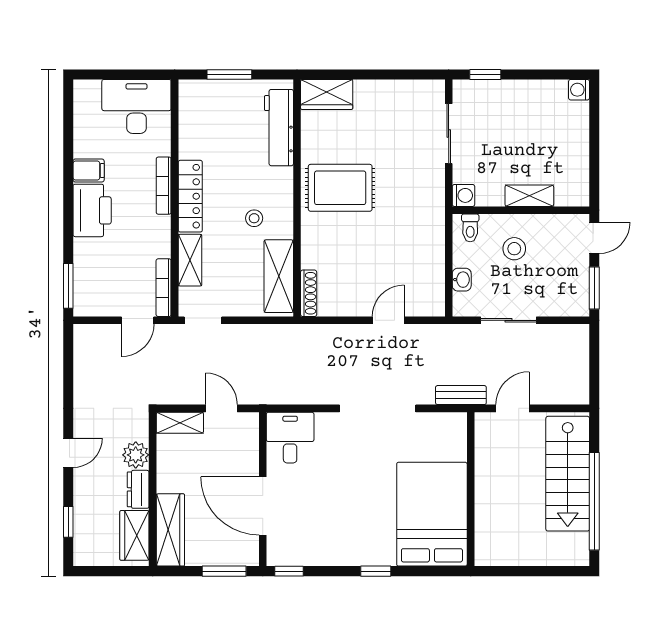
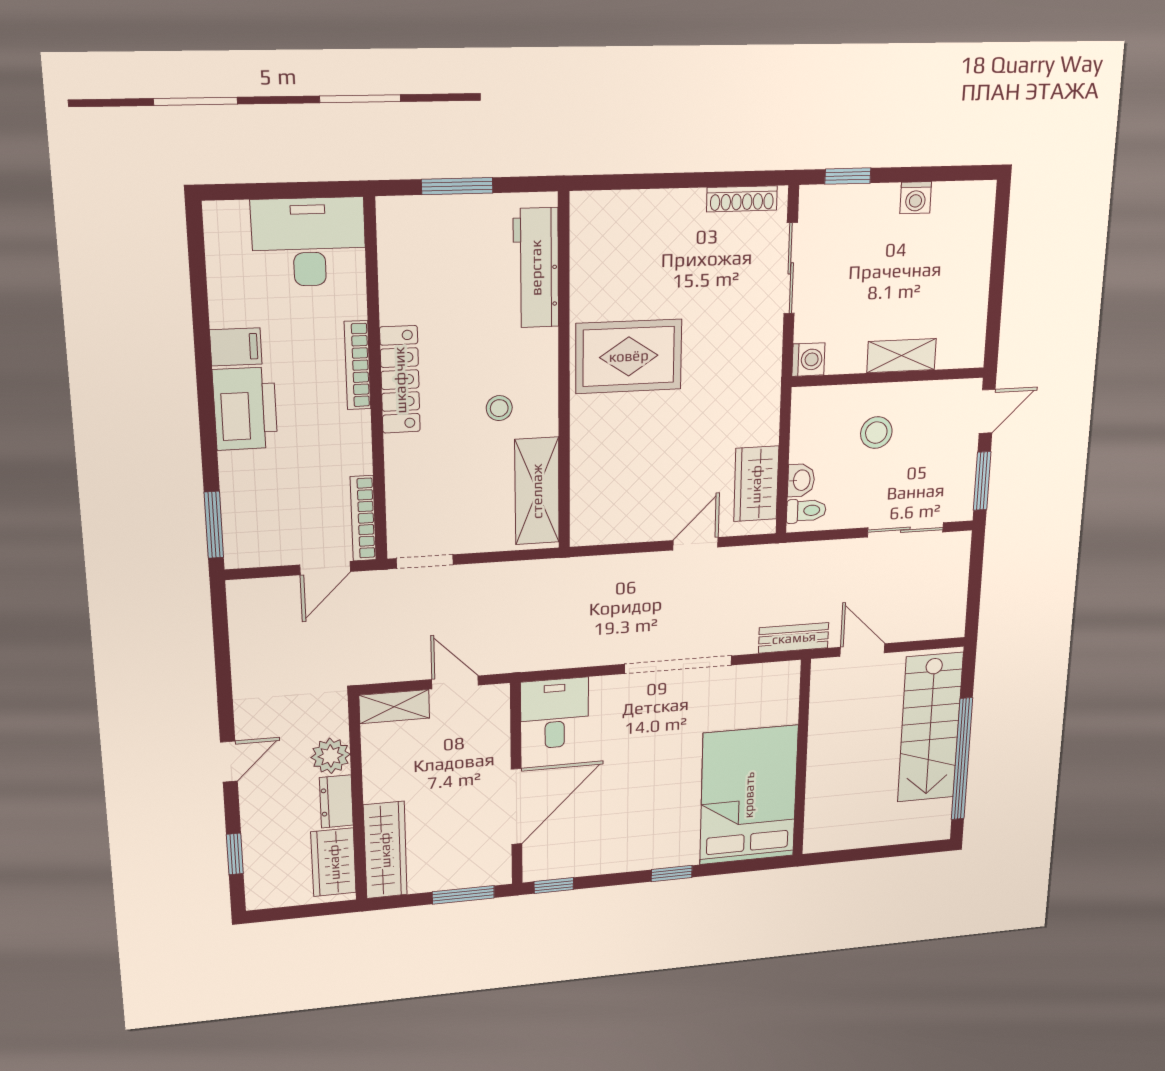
washing machine: (579, 90) -> (916, 198), moved, turned -90
wardrobe: (327, 94) -> (756, 484), moved, turned 90
toilet: (470, 228) -> (806, 511), moved, turned -90
shelving: (190, 260) -> (403, 476), removed
shoe rack: (309, 293) -> (742, 199), moved, turned 90
sliding door: (508, 320) -> (905, 530), moved
door: (513, 408) -> (862, 650), hinge flipped
door: (263, 506) -> (516, 807), swing flipped

